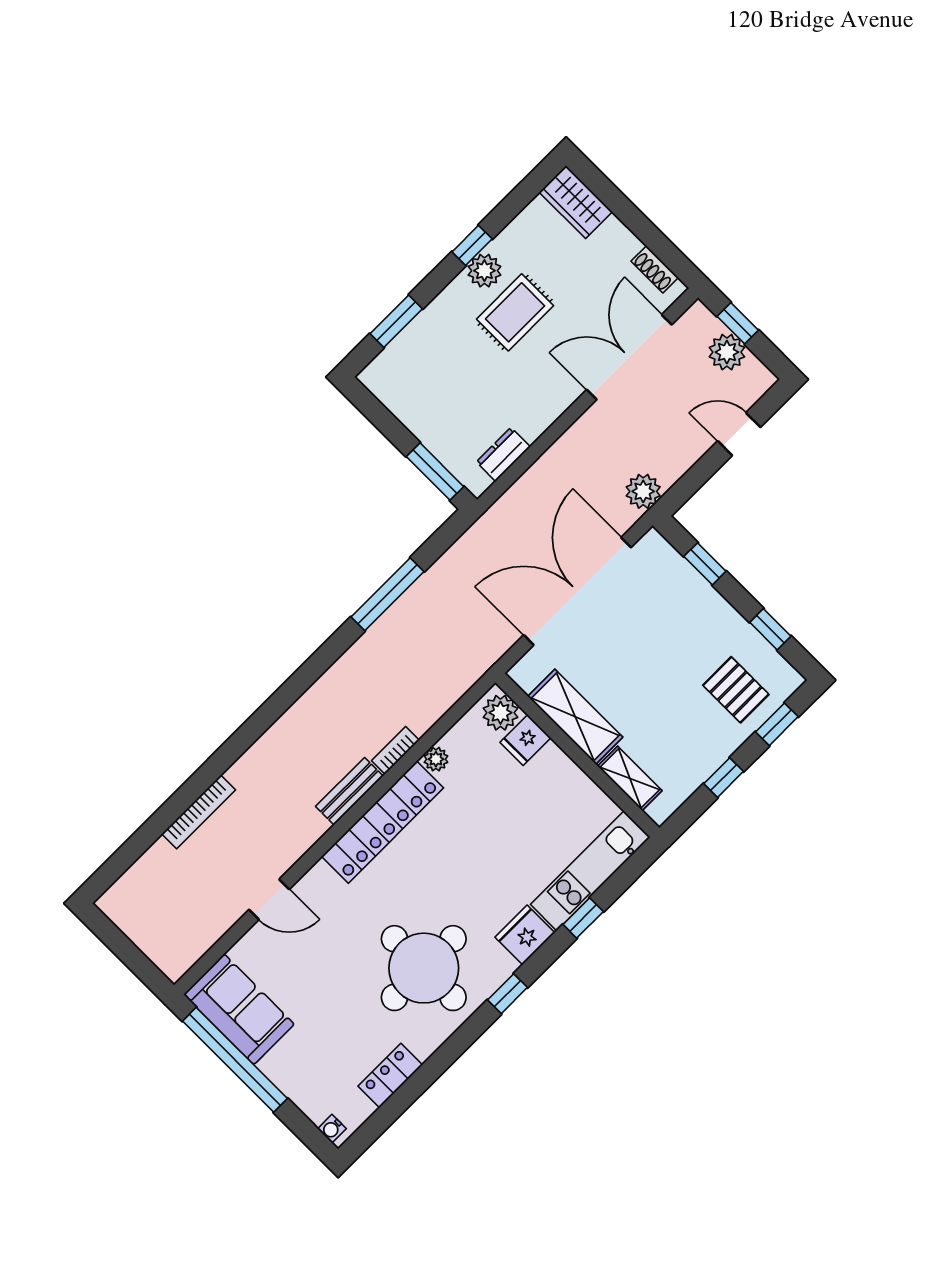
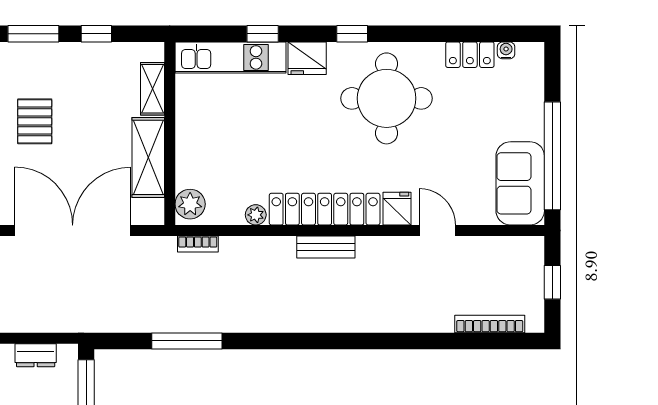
double door: (577, 591) -> (73, 230), swing flipped
pallet: (736, 690) -> (35, 121), moved
window: (777, 724) -> (33, 34), width x1.50
fridge: (525, 740) -> (397, 209), moved, turned -90
bookcase: (395, 750) -> (198, 244), moved
bookcase: (199, 812) -> (490, 324), moved
window: (128, 953) -> (552, 282), added
water cooler: (332, 1129) -> (506, 50), moved, turned -90

